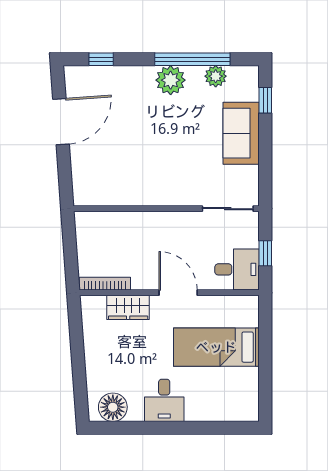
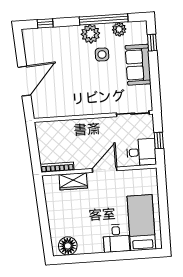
side table: (186, 113) -> (102, 54), added
door: (61, 122) -> (24, 81), moved
door: (178, 293) -> (105, 170), hinge flipped
bed: (216, 347) -> (141, 223), moved, turned 90
desk: (164, 400) -> (116, 238), moved

